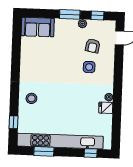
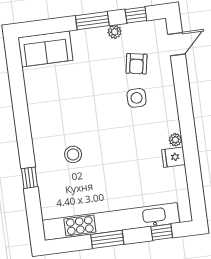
stool: (31, 98) -> (73, 154), moved
window: (14, 122) -> (29, 178), moved
window: (44, 151) -> (107, 239), moved

